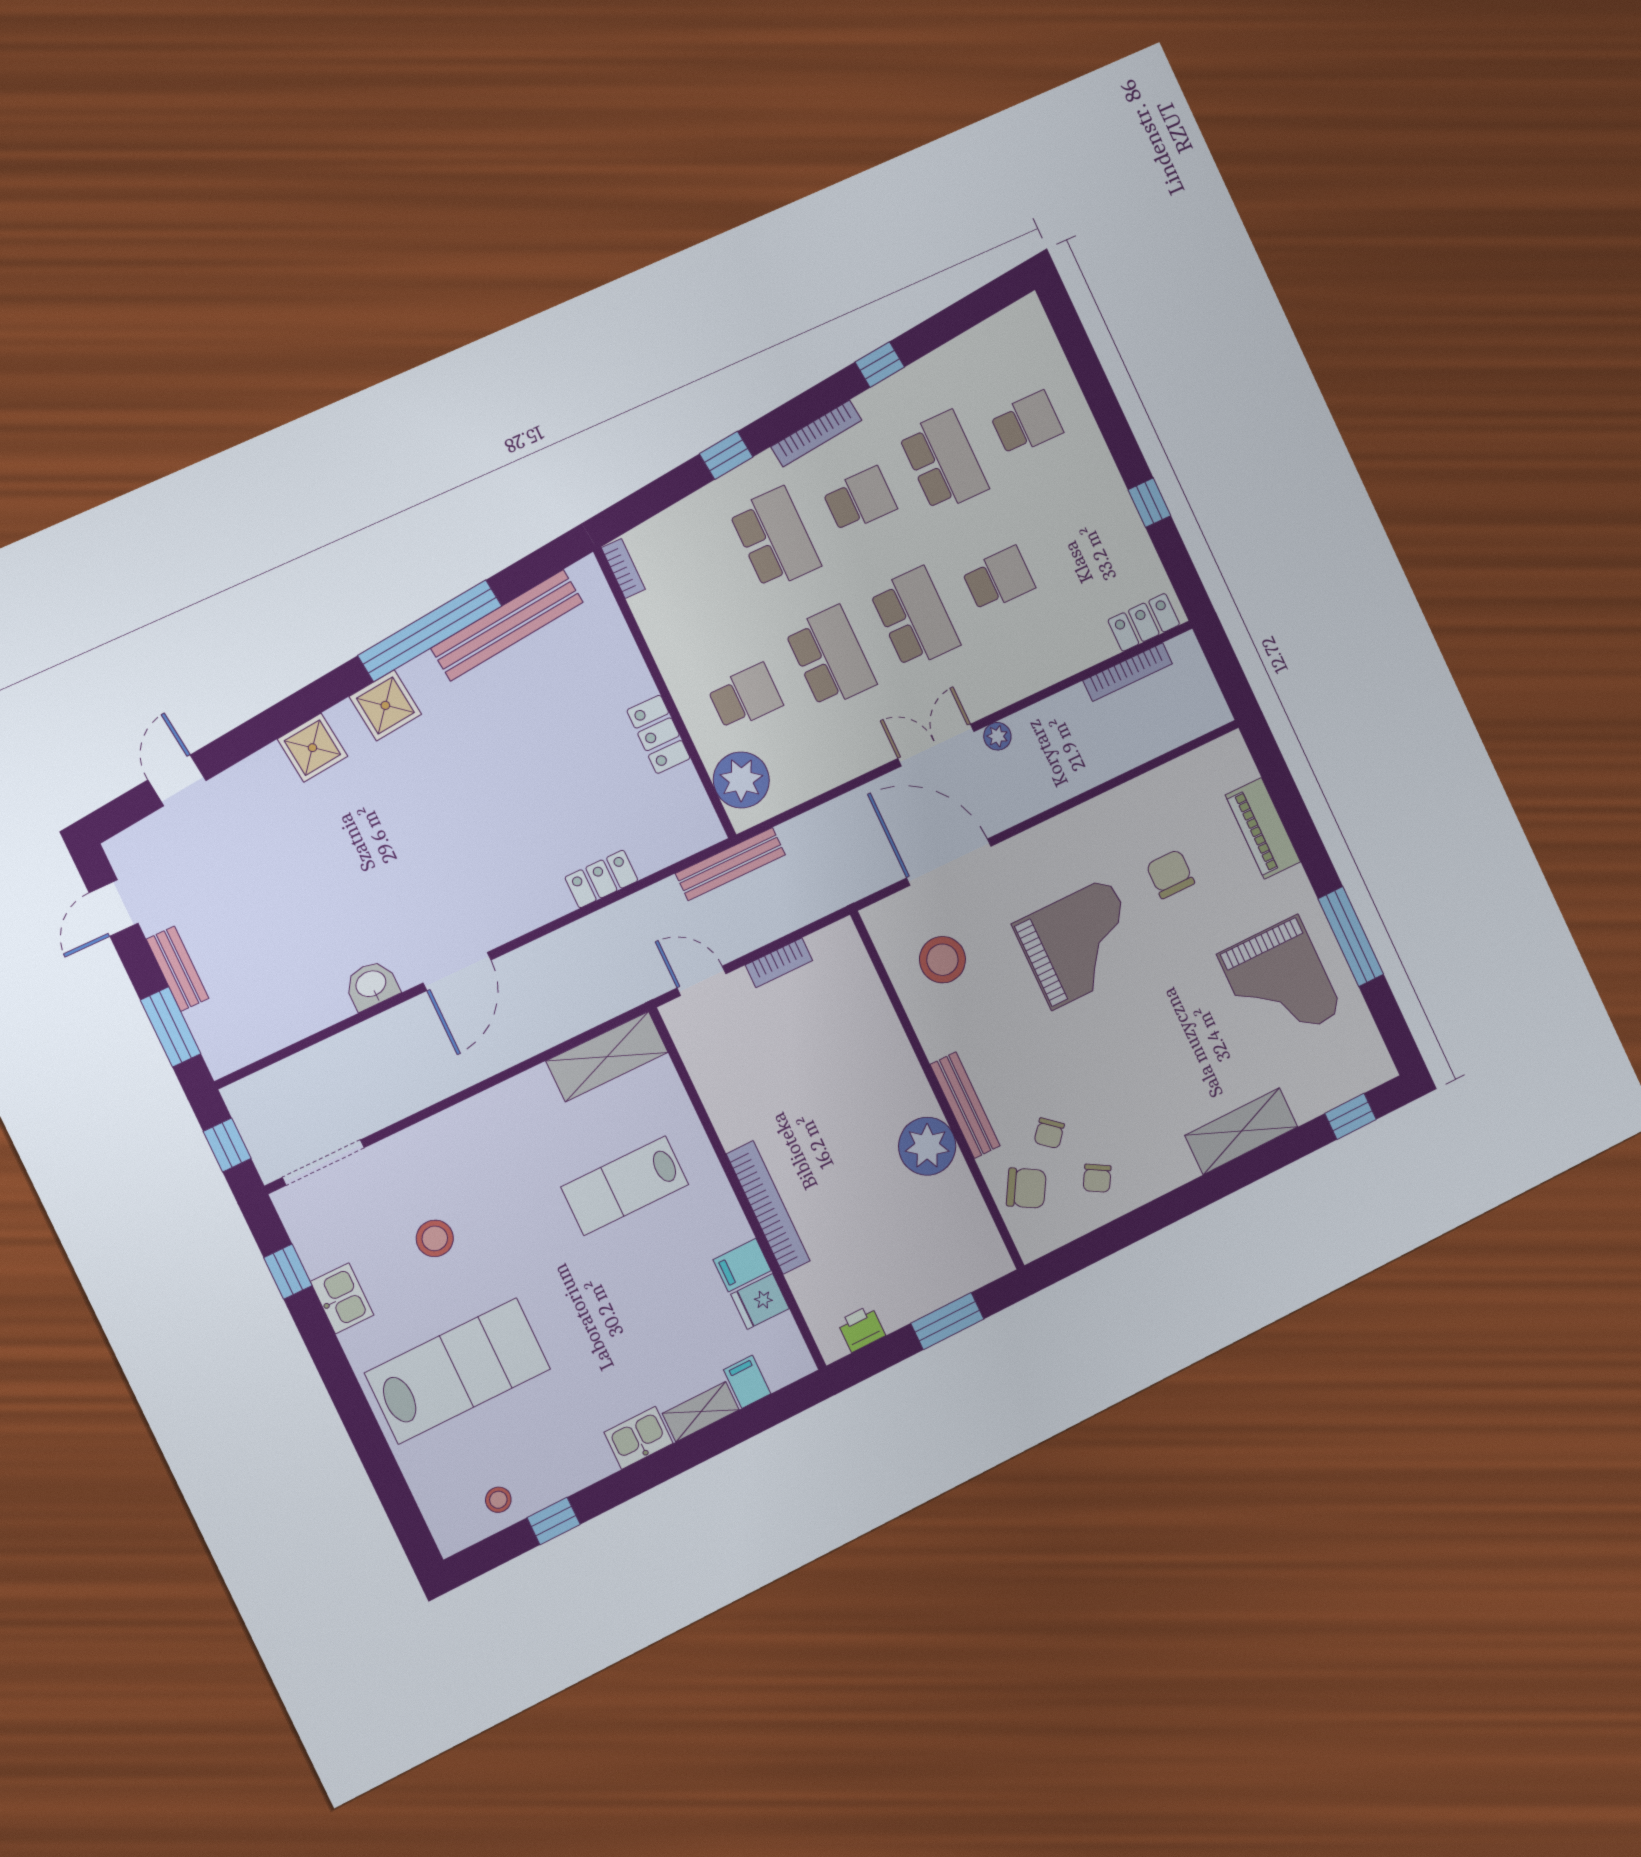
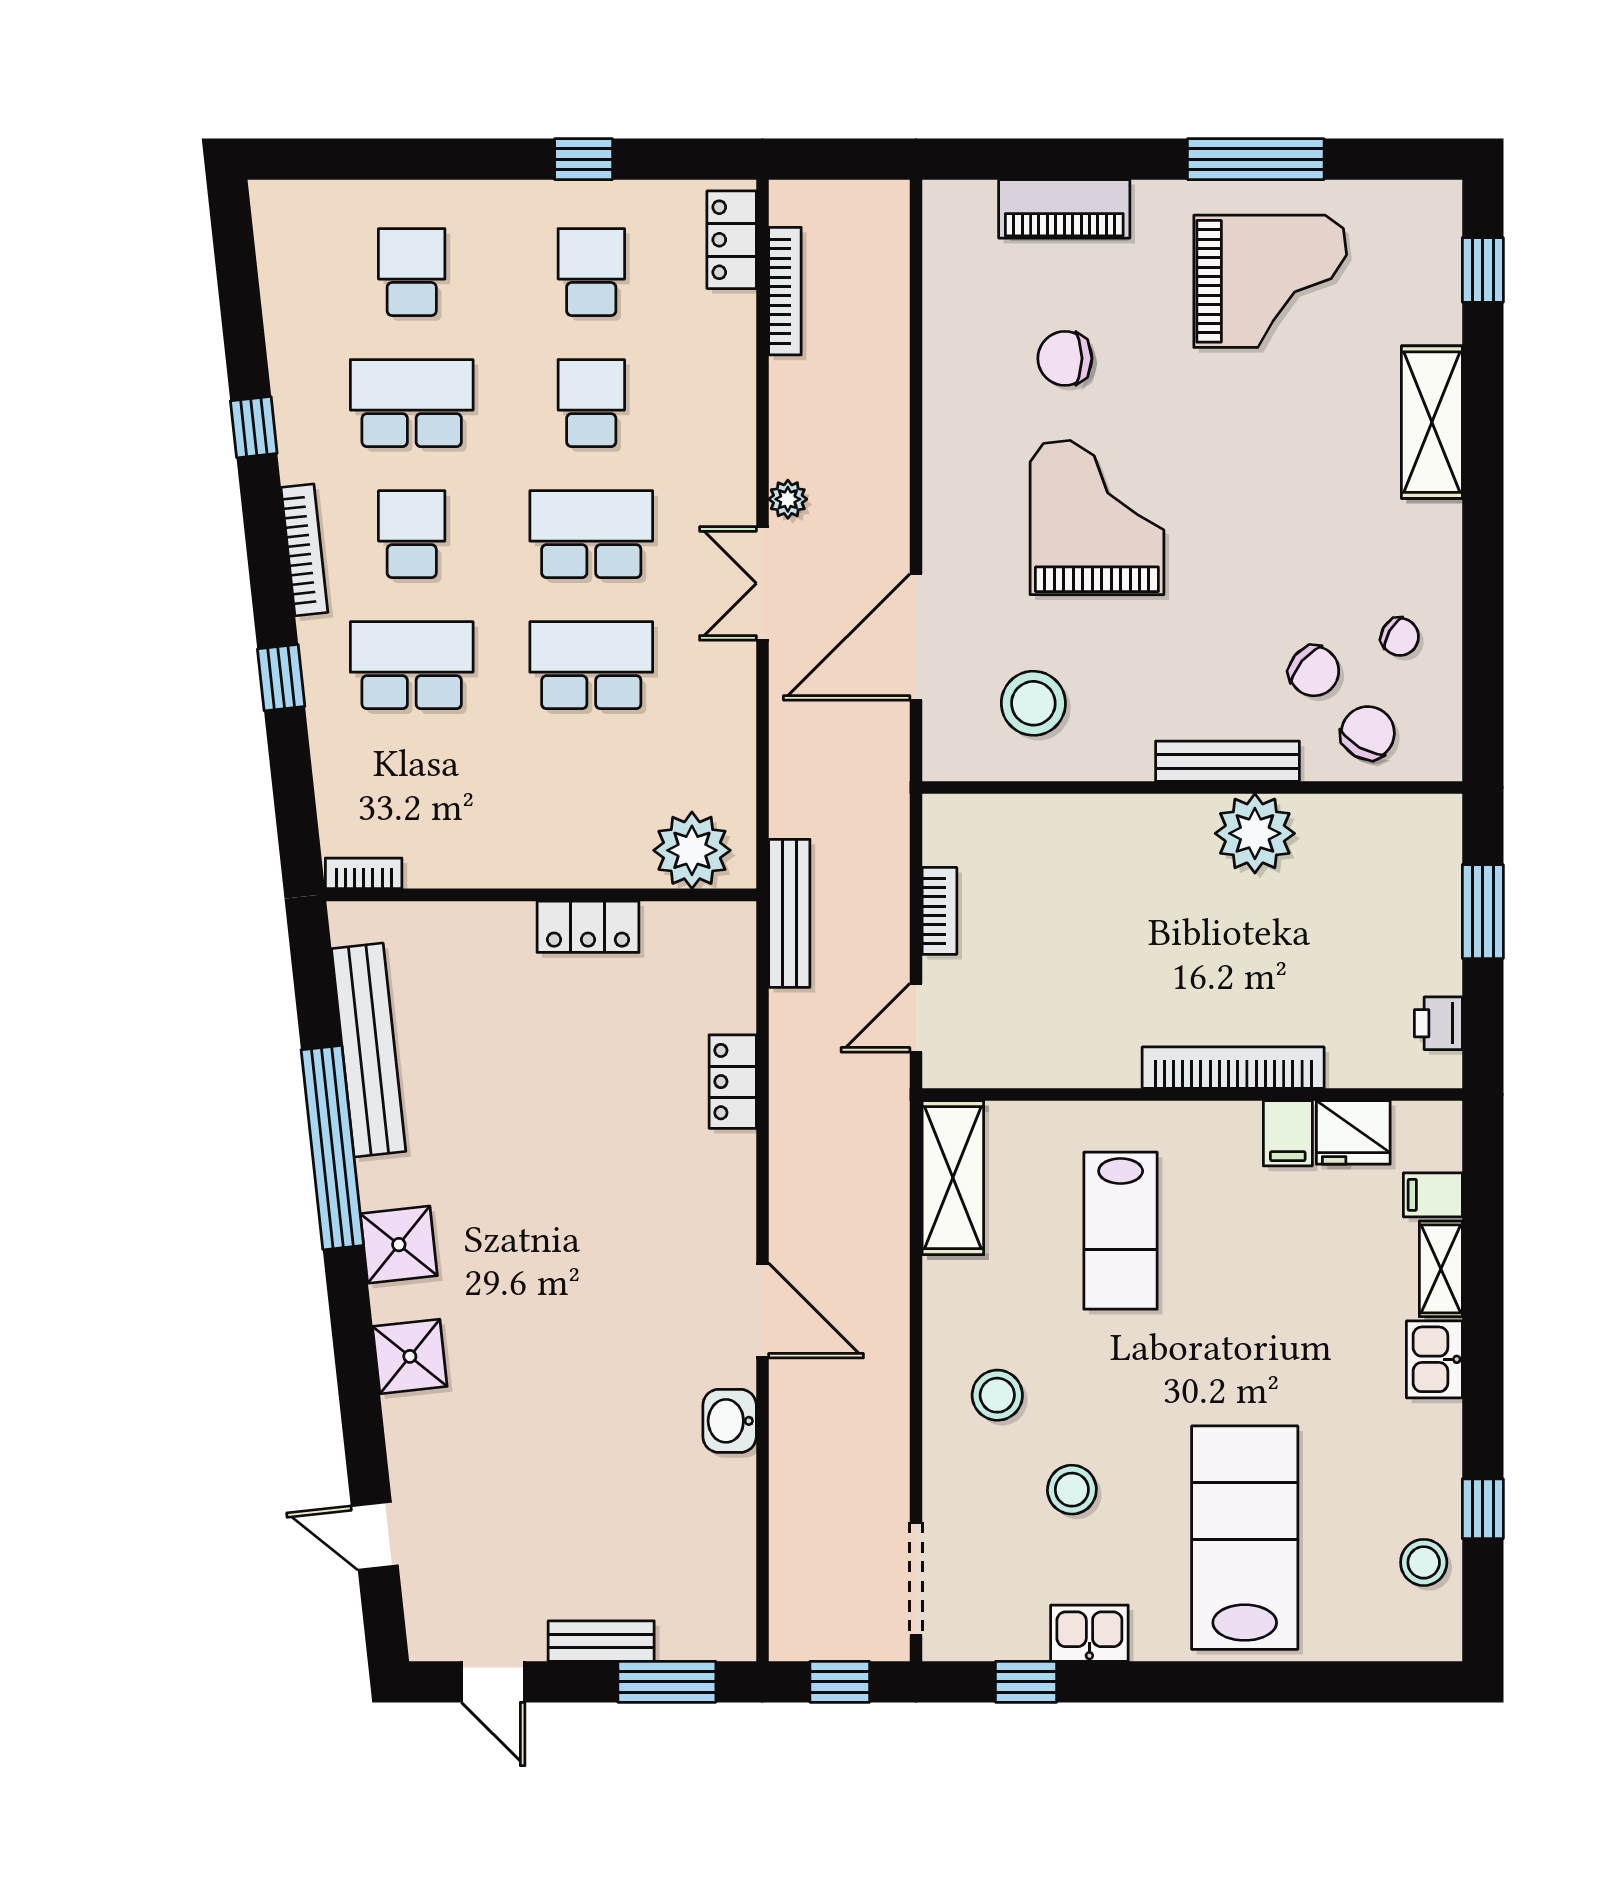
school desk: (745, 697) -> (591, 272), moved
chair: (1049, 1133) -> (1314, 671), width x1.37, depth x1.37
stool: (475, 1157) -> (997, 1395), added
fridge: (760, 1301) -> (1353, 1132), width x1.38
stool: (498, 1500) -> (1424, 1562), width x1.37, depth x1.37

